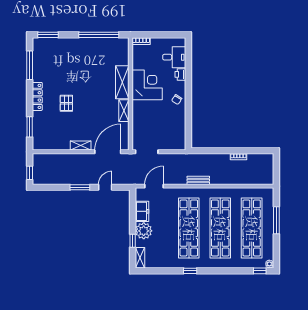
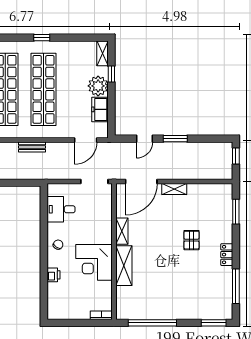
desk: (174, 57) -> (61, 209), moved
locker: (37, 96) -> (227, 255), width x0.66

